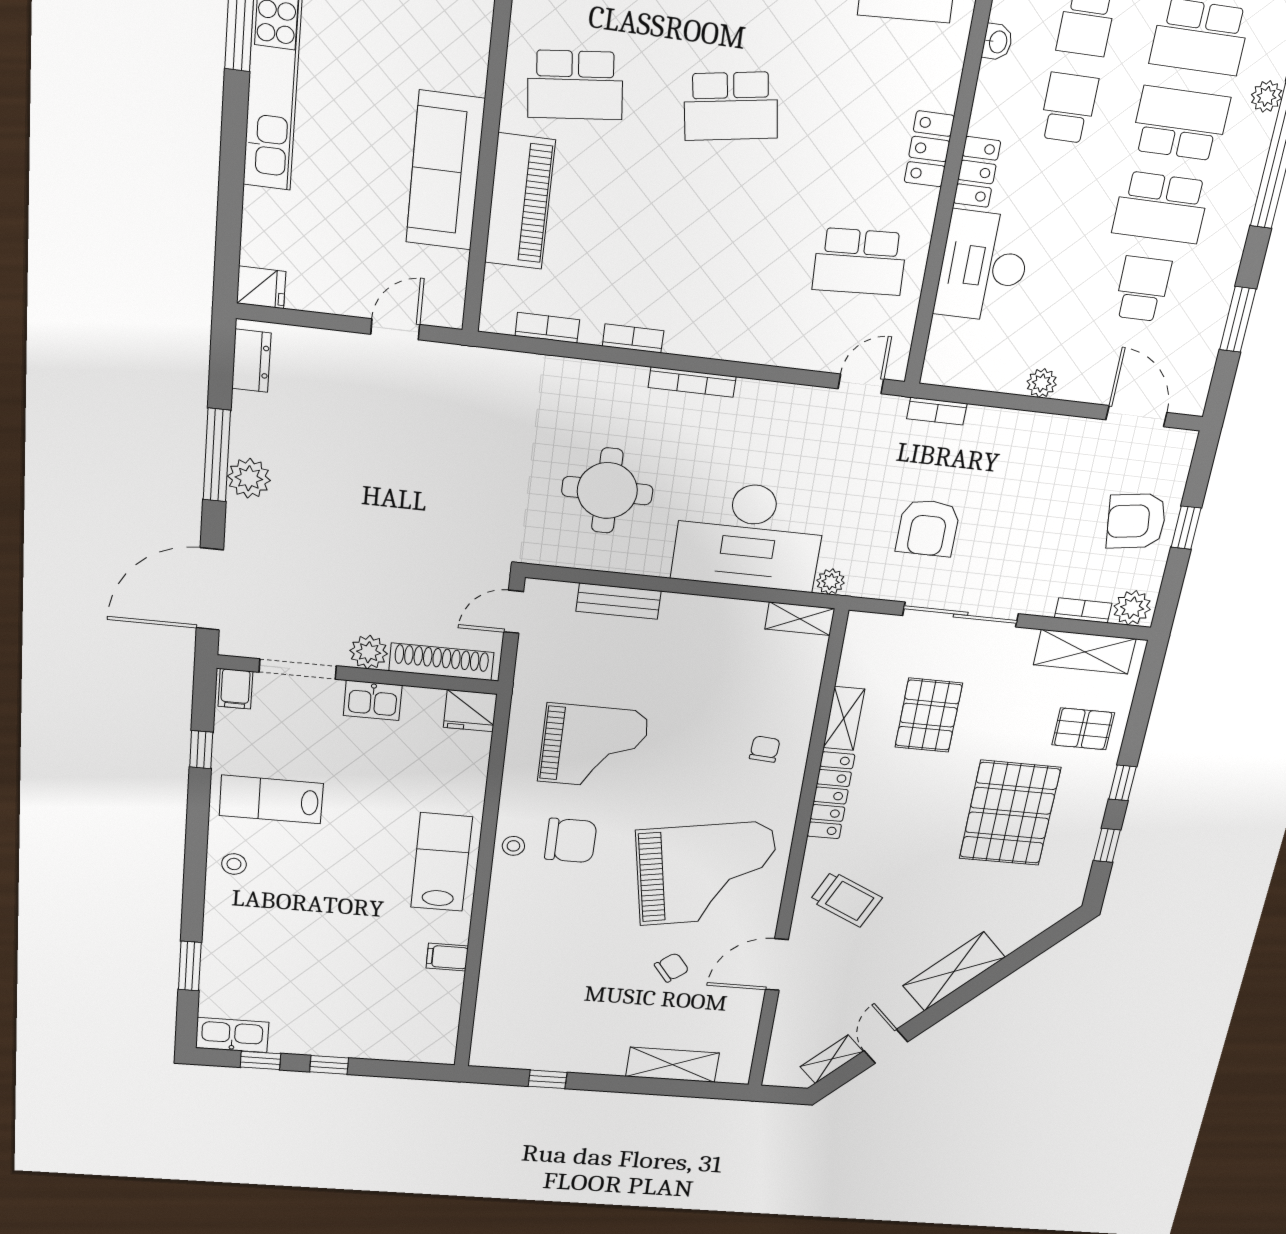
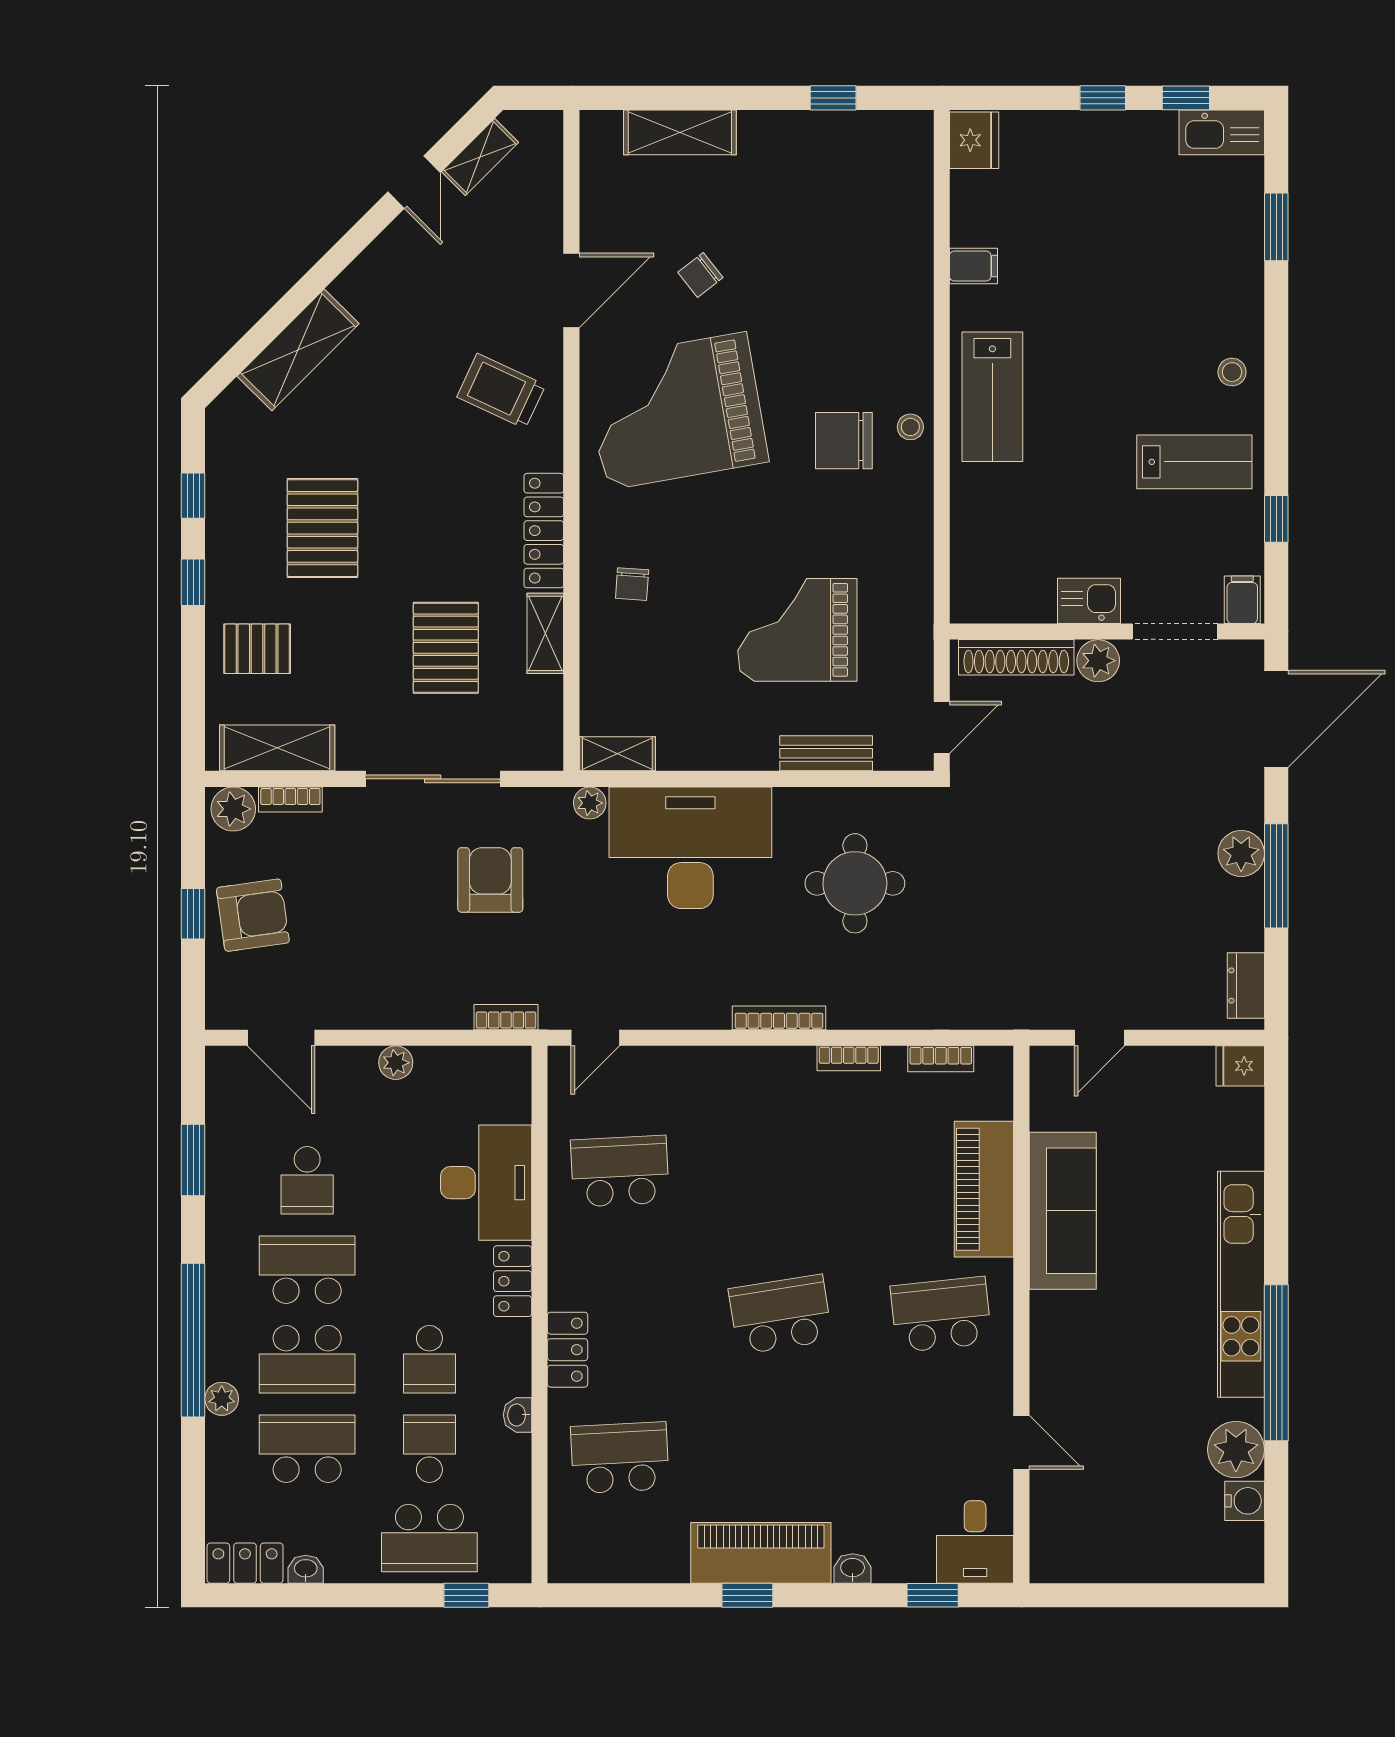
locker: (929, 149) -> (568, 1350), moved
fridge: (470, 711) -> (974, 140), moved, turned 90
grand piano: (593, 746) -> (797, 630), moved
pallet: (1010, 813) -> (322, 528), width x0.73, depth x0.71
shelving: (954, 971) -> (298, 350), moved

